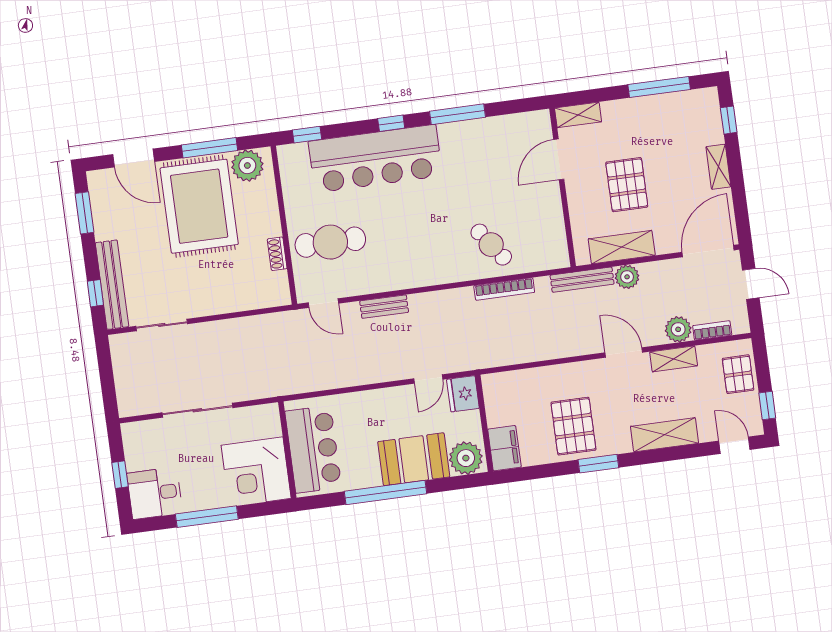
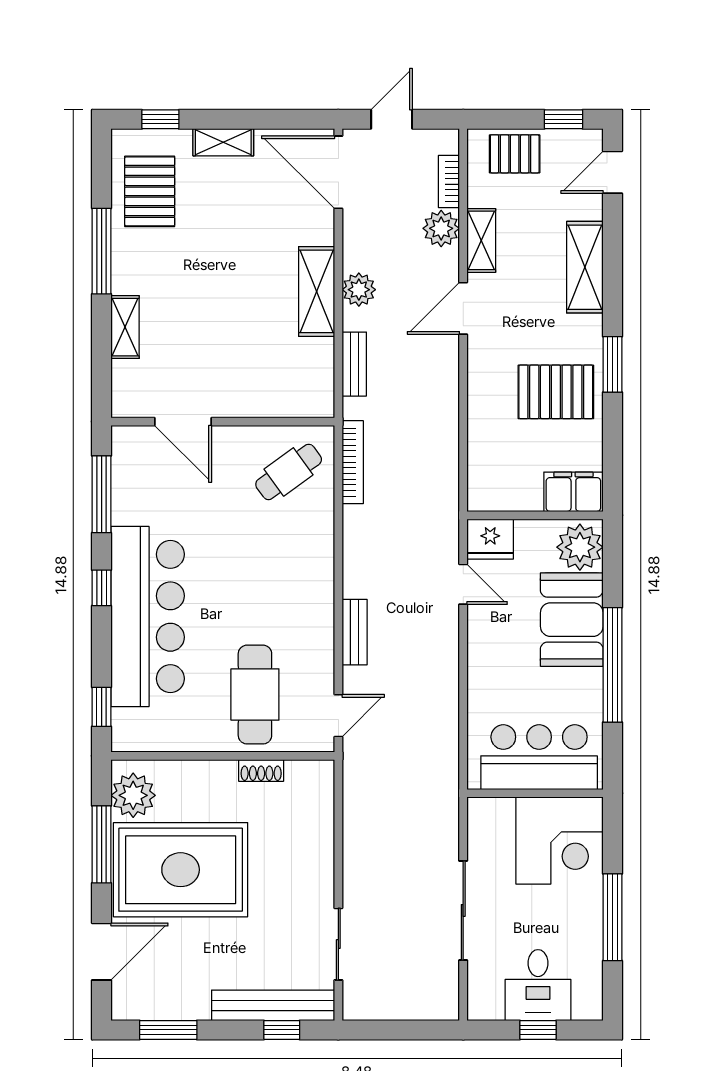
window: (659, 87) -> (102, 251), moved
door: (559, 159) -> (183, 422), moved
pallet: (627, 185) -> (150, 191), moved, turned 90
wall: (563, 187) -> (223, 422), moved
bench: (582, 280) -> (354, 364), width x0.73
desk: (155, 493) -> (538, 985), moved

